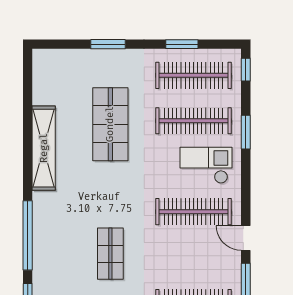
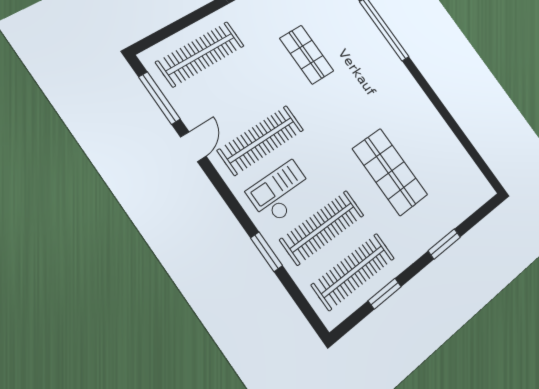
window: (246, 70) -> (310, 315), removed
shelving: (44, 148) -> (426, 113), removed
checkout: (206, 165) -> (281, 192), turned 180
door: (246, 238) -> (193, 147), hinge flipped

